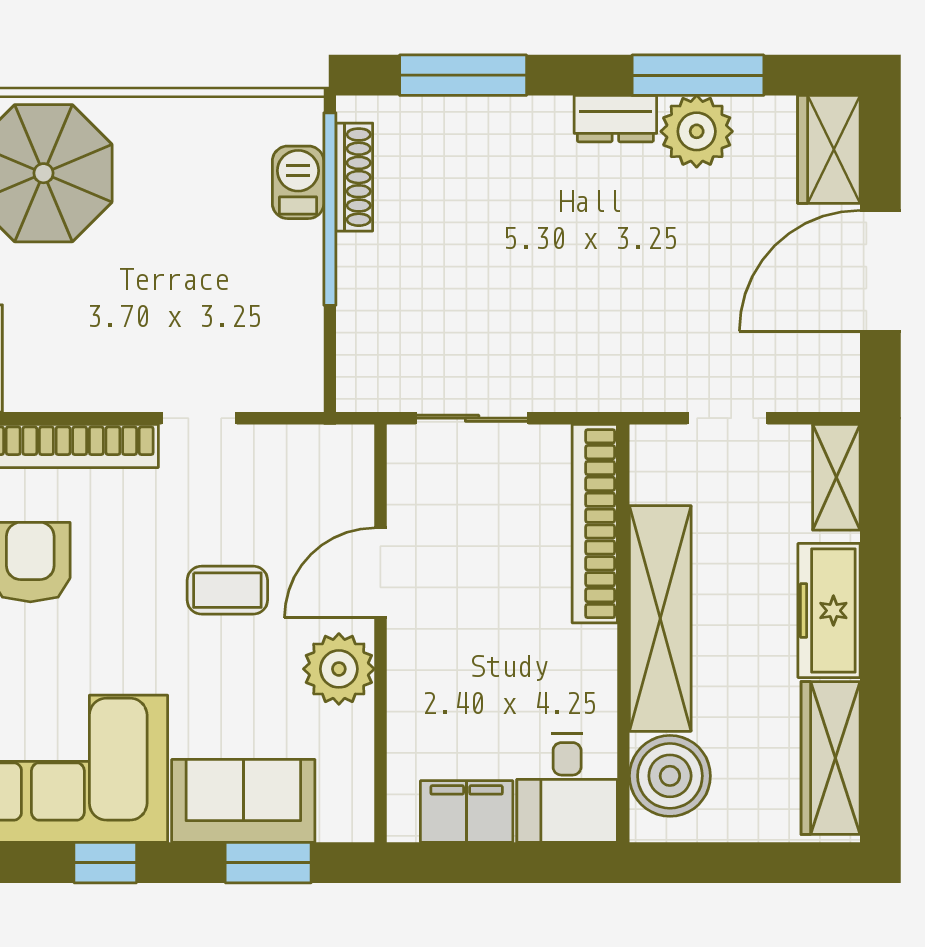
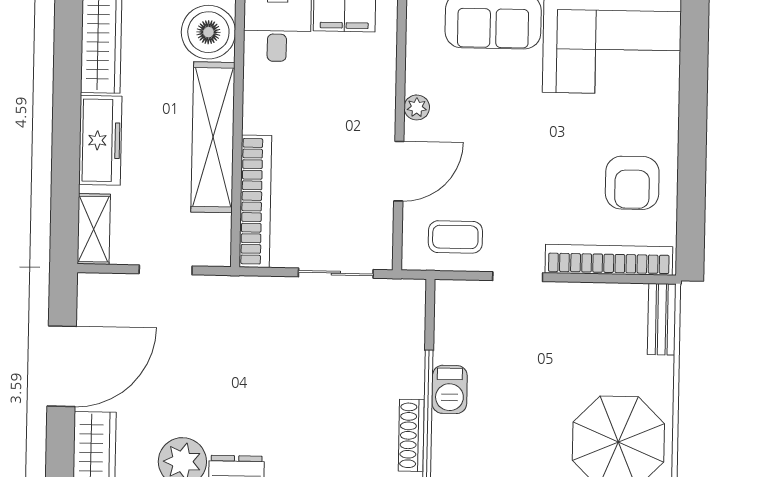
barbecue: (298, 182) -> (450, 389), moved
coffee table: (227, 590) -> (455, 237), moved
plant: (339, 669) -> (417, 107), width x0.53, depth x0.53

